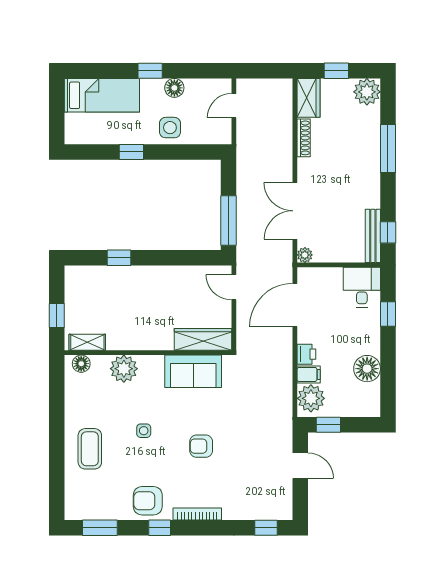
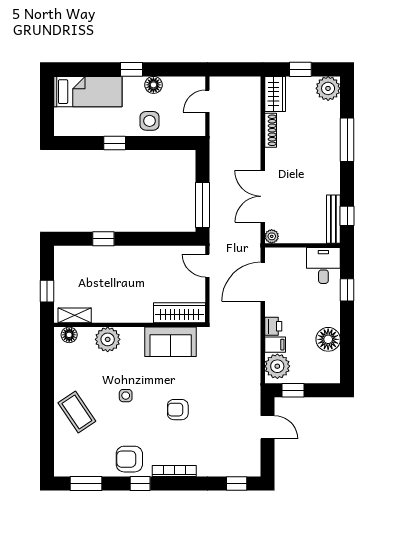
coffee table: (90, 449) -> (77, 412), turned -34

